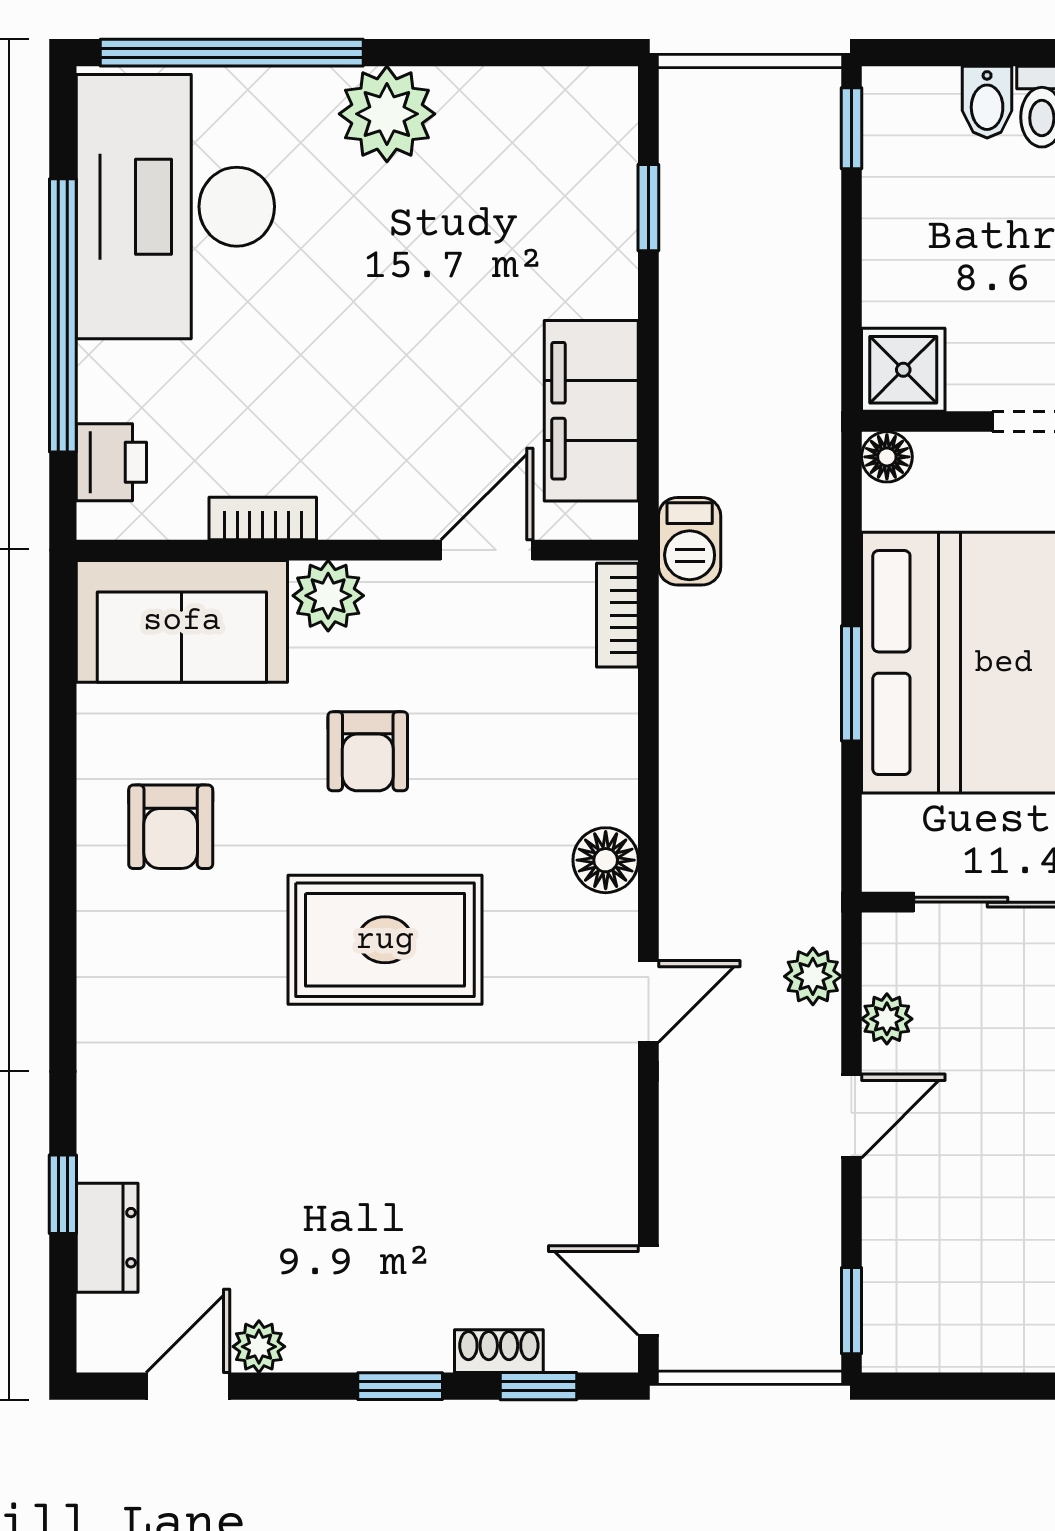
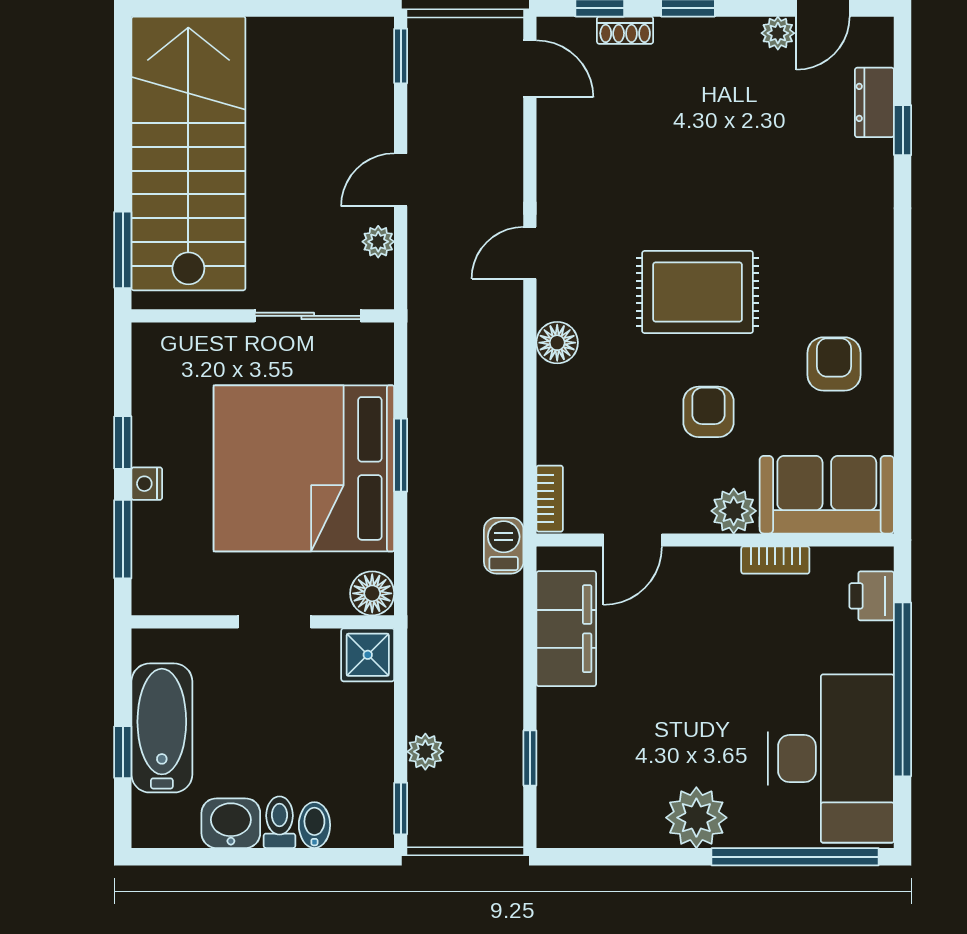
floor lamp: (887, 457) -> (372, 593), width x1.37, depth x1.37
plant: (813, 976) -> (425, 752), moved

